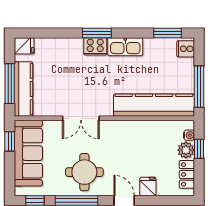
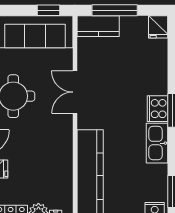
kitchen counter: (23, 89) -> (98, 26), width x0.67

